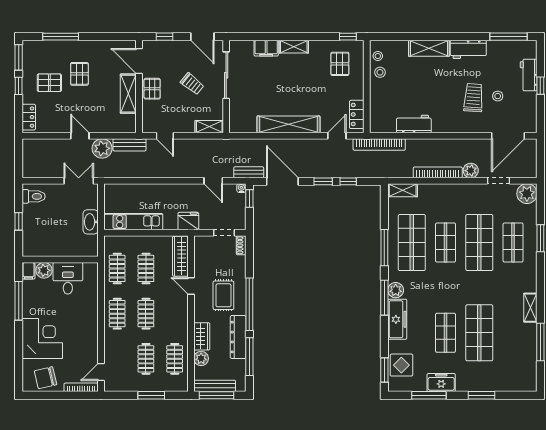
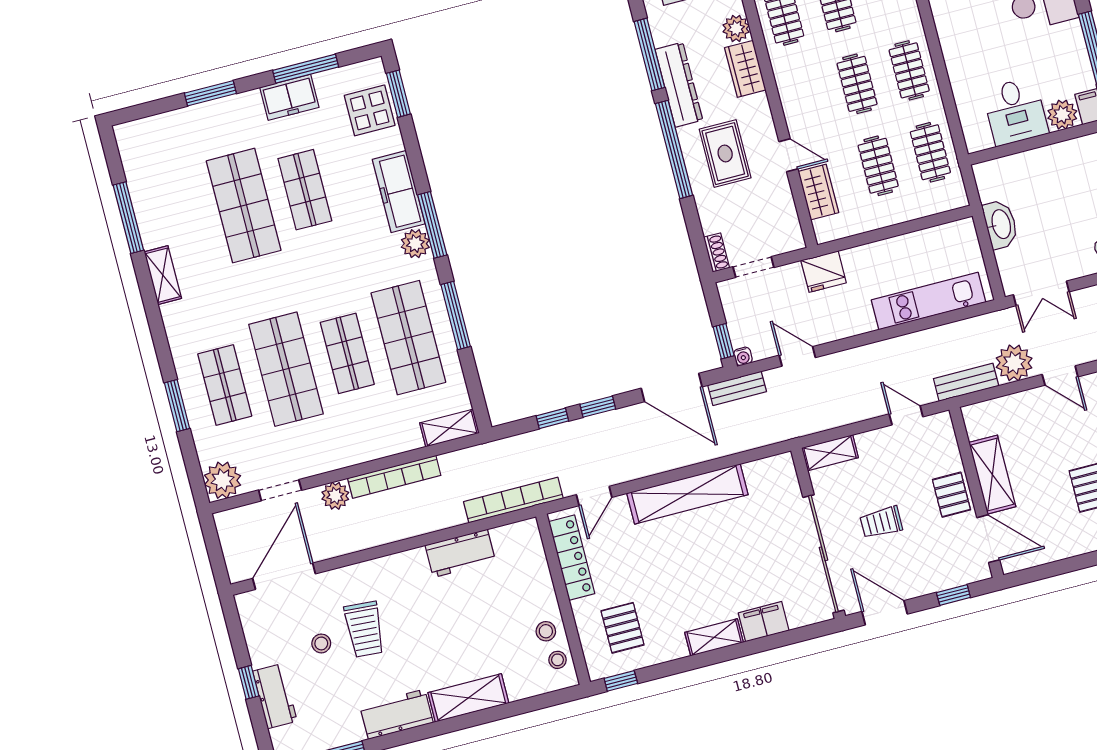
sliding door: (226, 75) -> (823, 554), width x1.36
trolley: (192, 84) -> (881, 522), turned -39
locker: (357, 114) -> (572, 558), width x1.53
kitchen unit: (133, 222) -> (928, 301), moved, turned 180
wardrobe: (180, 256) -> (818, 192), width x0.67

